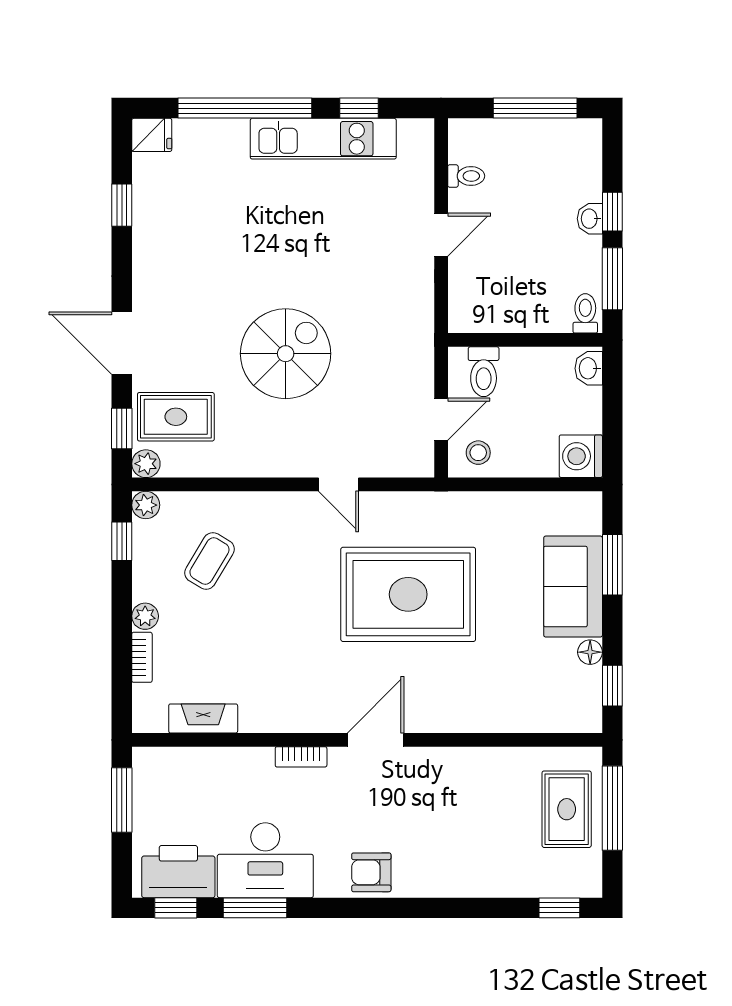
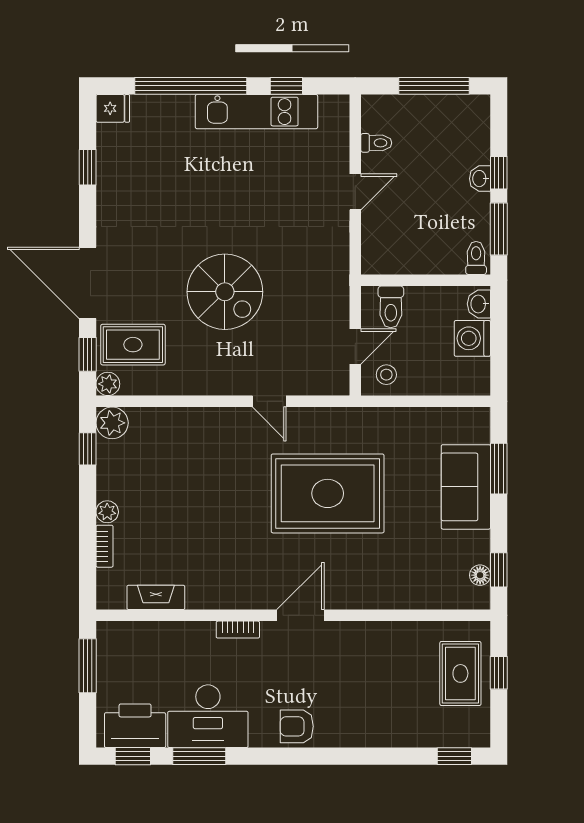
door: (122, 343) -> (88, 283), width x1.36
spiral stairs: (286, 354) -> (225, 292), turned 90
washing machine: (581, 456) -> (472, 338), moved
plant: (146, 505) -> (112, 423), width x1.38, depth x1.38
coffee table: (209, 561) -> (161, 465), removed
floor lamp: (590, 652) -> (480, 575), moved
window: (612, 808) -> (499, 673), width x0.46

